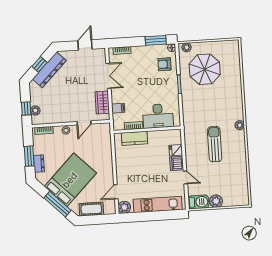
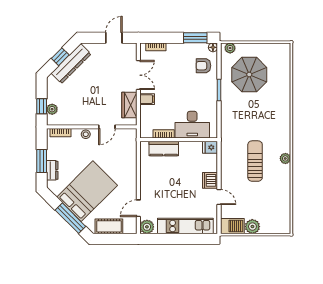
filing cabinet: (118, 108) -> (147, 99), moved
plant: (240, 125) -> (285, 158), moved
fridge: (176, 150) -> (210, 147), moved

